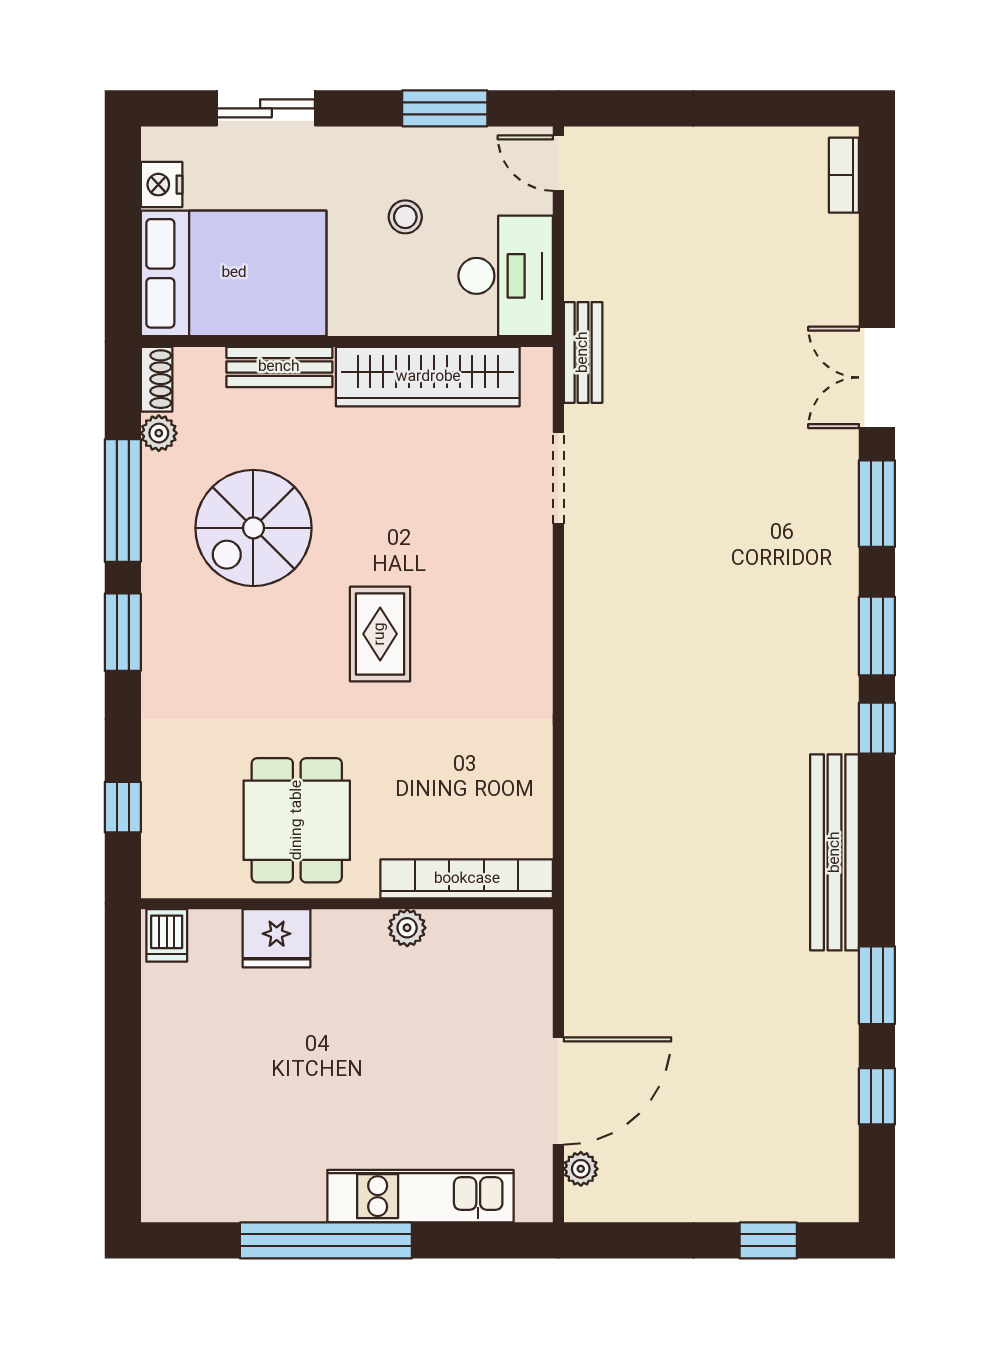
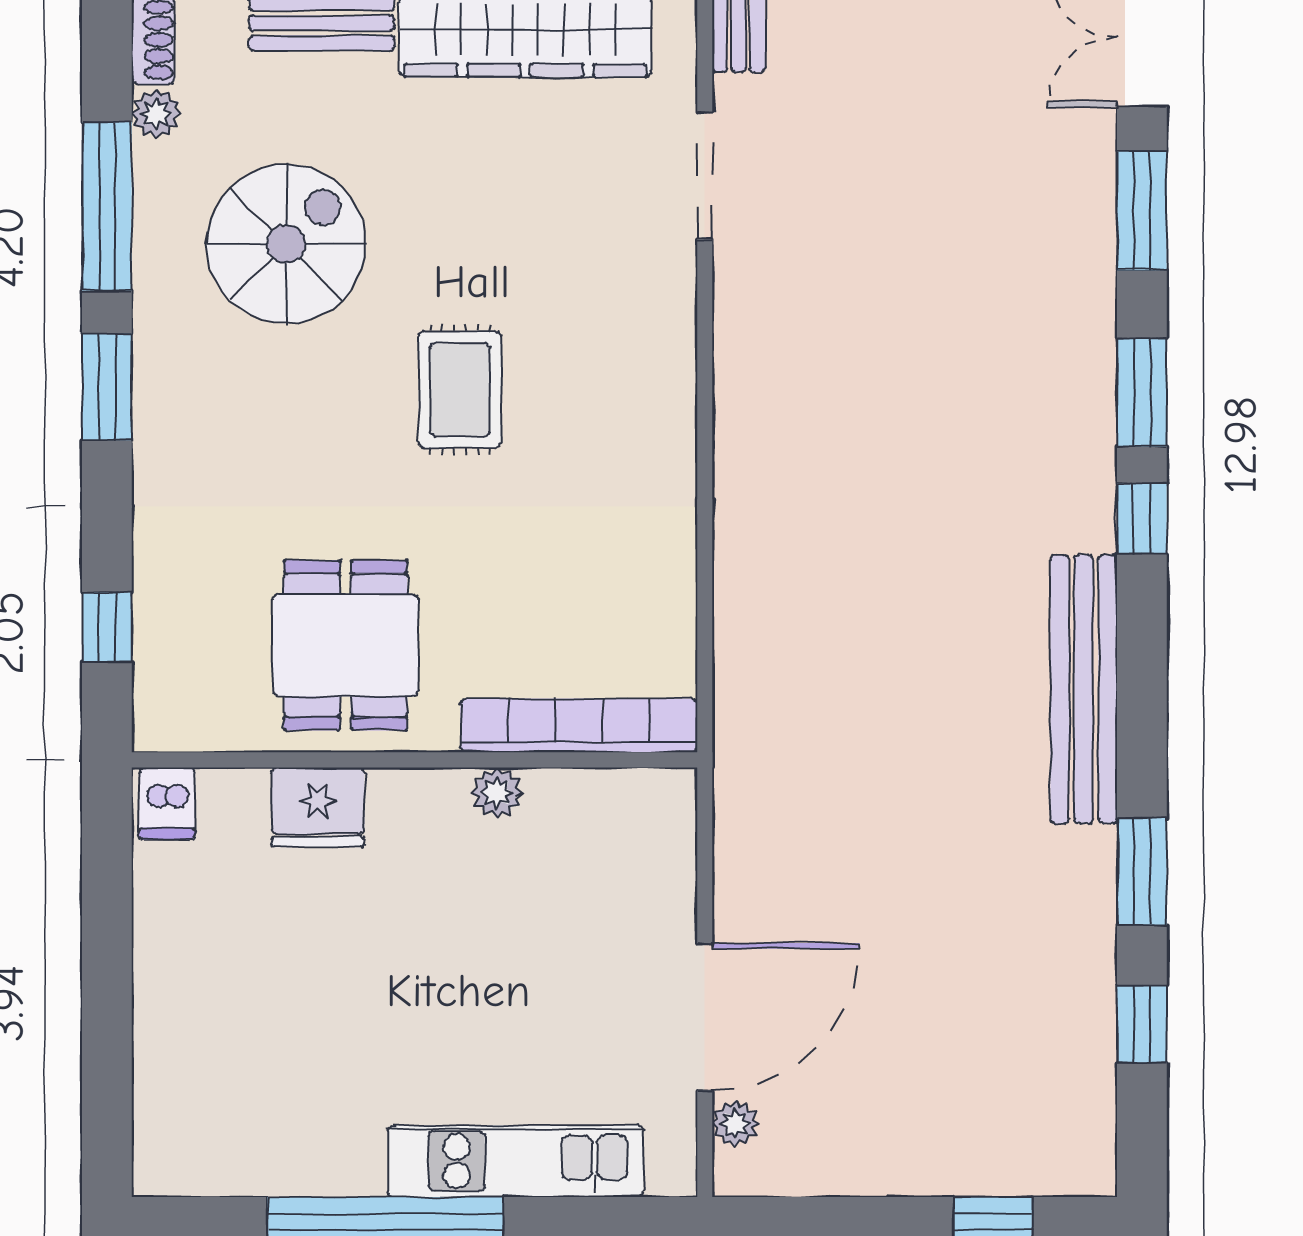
spiral stairs: (253, 528) -> (286, 244), turned 180

